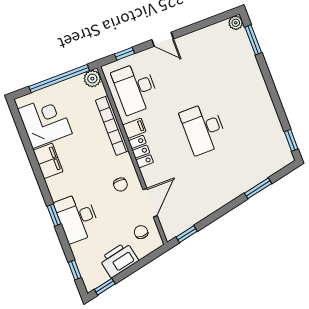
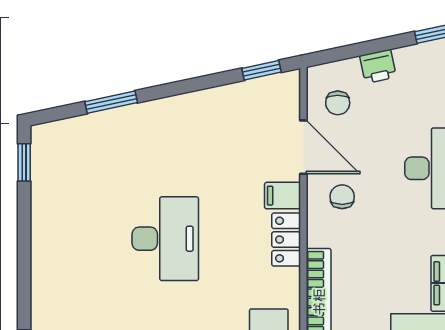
filing cabinet: (134, 128) -> (283, 196), moved
door: (150, 203) -> (303, 147), swing flipped
printer: (119, 260) -> (378, 66), width x0.53, depth x0.68

